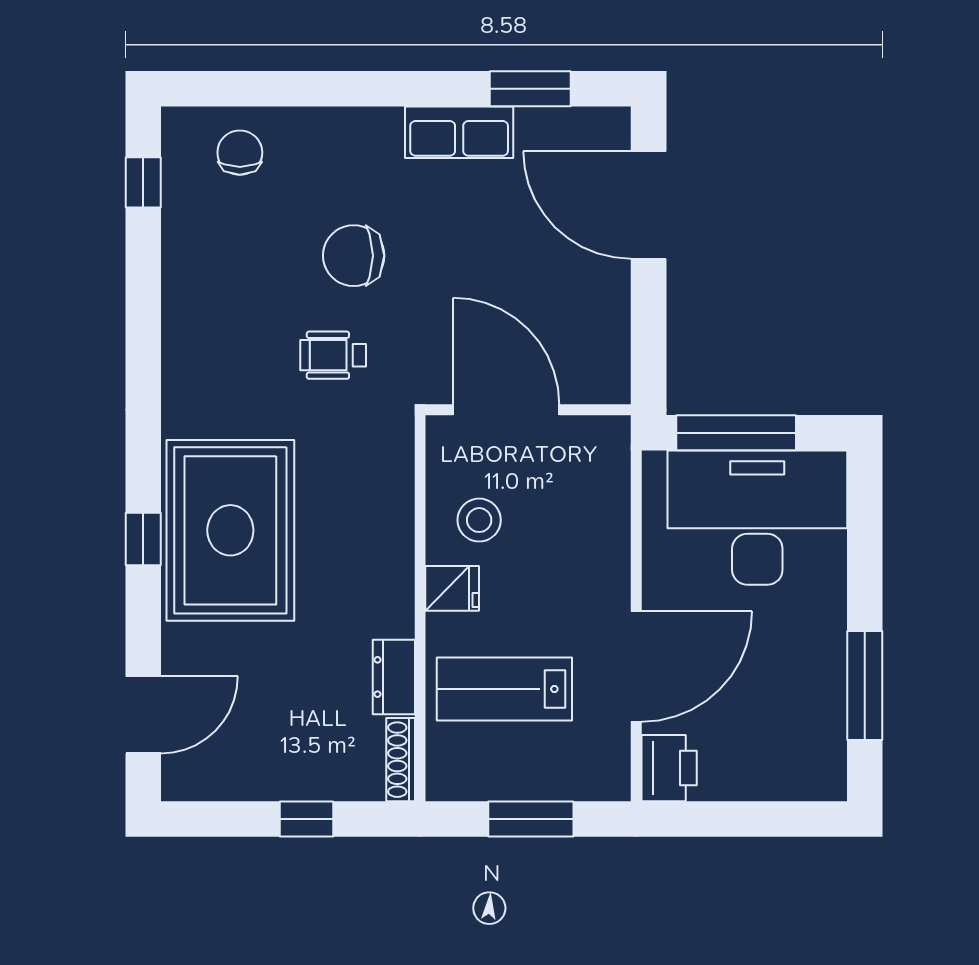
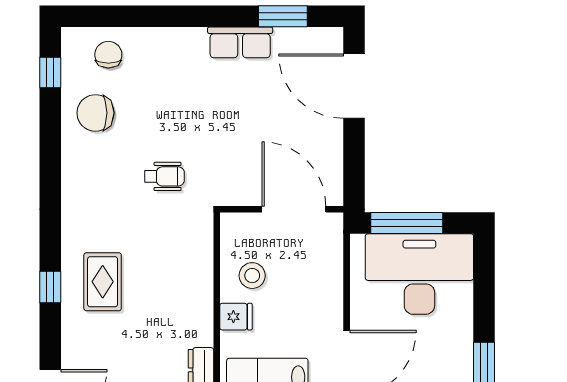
chair: (354, 256) -> (95, 113), moved
wheelchair: (333, 355) -> (164, 176), turned 180
door: (506, 410) -> (294, 209), moved
rug: (230, 530) -> (103, 282), width x0.54, depth x0.49

